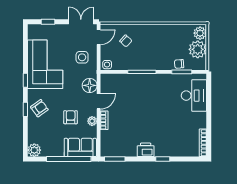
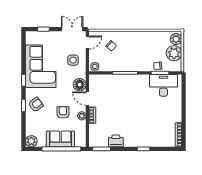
desk: (194, 96) -> (163, 85), moved, turned -90
door: (99, 101) -> (87, 99), swing flipped
sofa: (80, 147) -> (60, 139), moved
printer: (146, 150) -> (116, 141), moved

